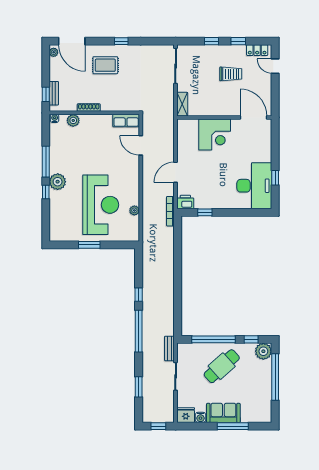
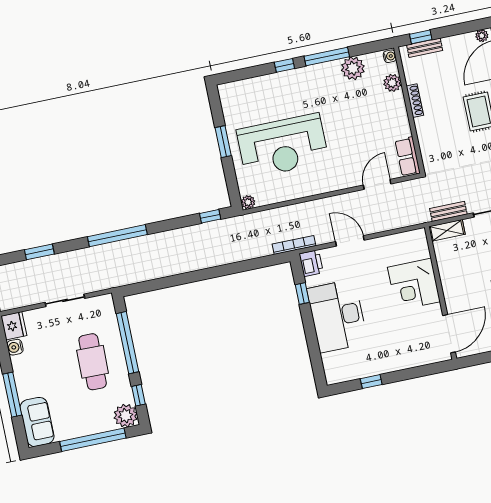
plant: (58, 182) -> (353, 68), moved
desk: (254, 186) -> (337, 316), moved, turned 90
plant: (134, 210) -> (248, 202), moved
window: (139, 295) -> (210, 216), moved
bench: (169, 348) -> (448, 211), moved
cafe table: (222, 366) -> (93, 362), turned 43
sofa: (223, 413) -> (37, 422), moved

